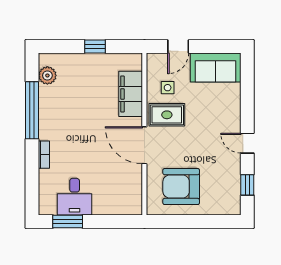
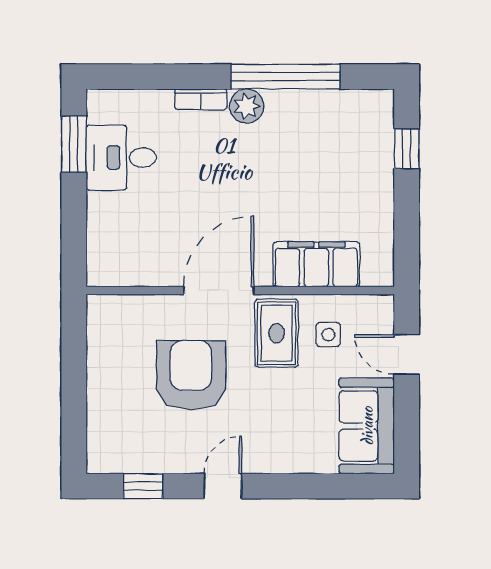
window: (95, 47) -> (407, 149), moved
plant: (47, 75) -> (247, 106), moved
armchair: (181, 187) -> (191, 375), moved

